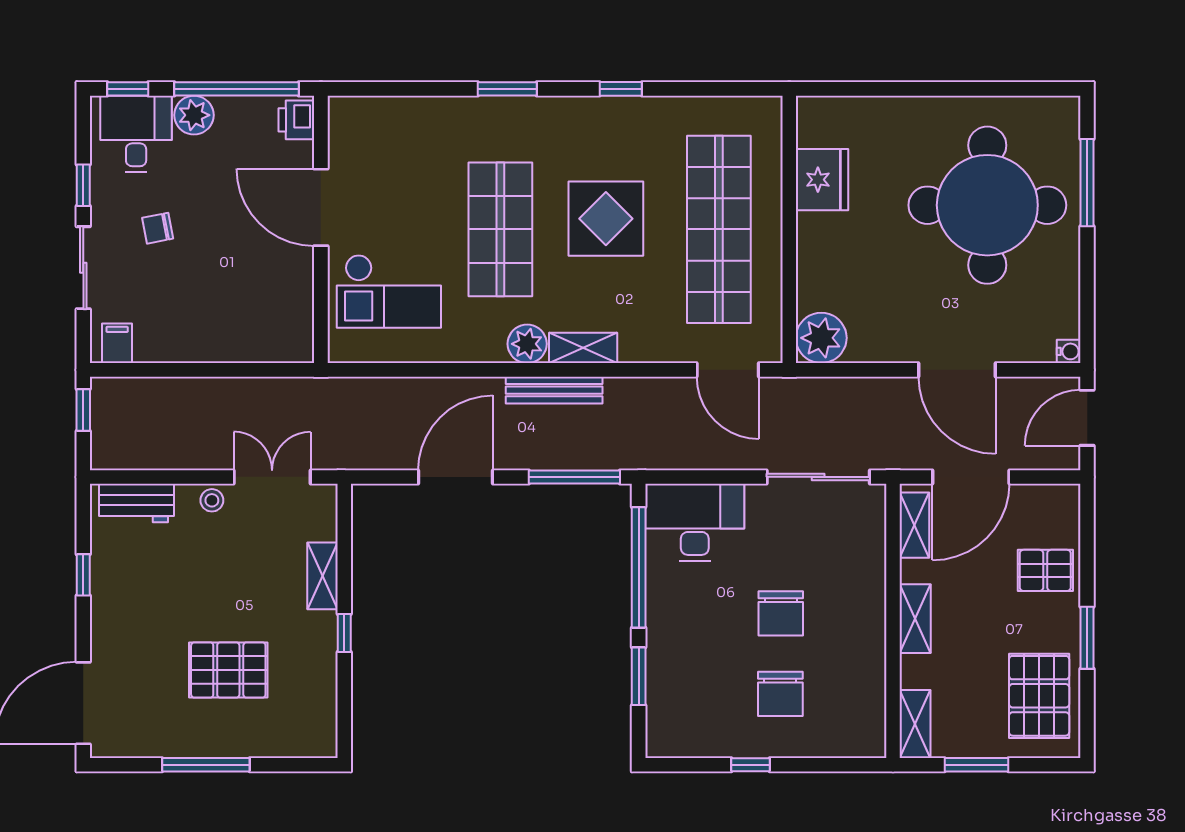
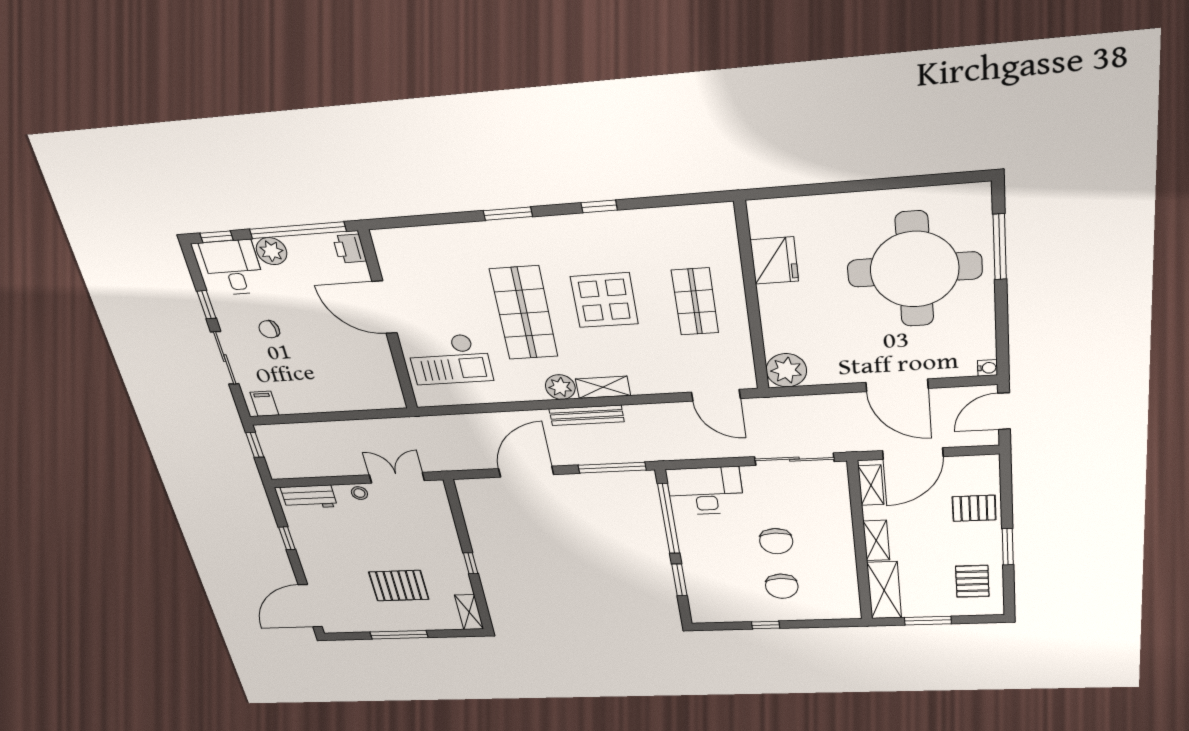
shop shelf: (719, 229) -> (695, 302), width x0.50, depth x0.74
shelving: (322, 576) -> (469, 612), moved
pallet: (1039, 696) -> (972, 581), width x0.67, depth x0.71
shelving: (915, 724) -> (884, 590), width x1.50, depth x1.33

